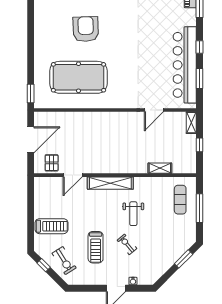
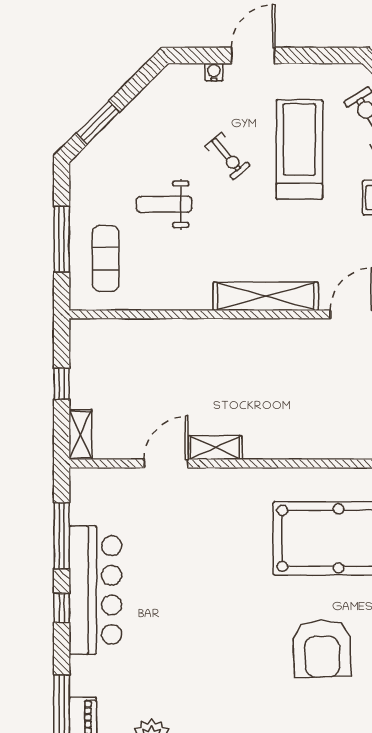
bar counter: (185, 65) -> (95, 590), width x0.73
window: (199, 78) -> (62, 536), width x1.44
shelving: (160, 168) -> (215, 448), moved
weight bench: (133, 214) -> (164, 204), moved, turned -90
treadmill: (96, 247) -> (299, 149), width x1.37, depth x1.38

